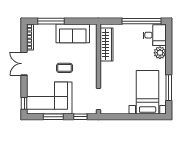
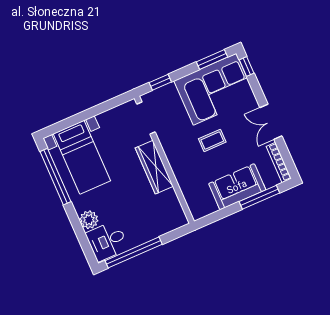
sofa: (73, 33) -> (237, 187), moved
wardrobe: (107, 45) -> (154, 167), moved
double door: (24, 64) -> (271, 122), swing flipped
window: (169, 88) -> (55, 177), width x1.46
window: (53, 117) -> (212, 59), moved

